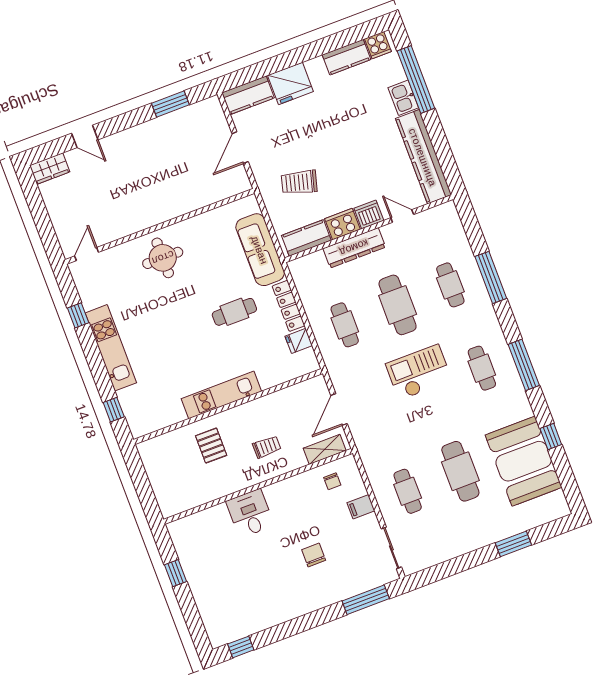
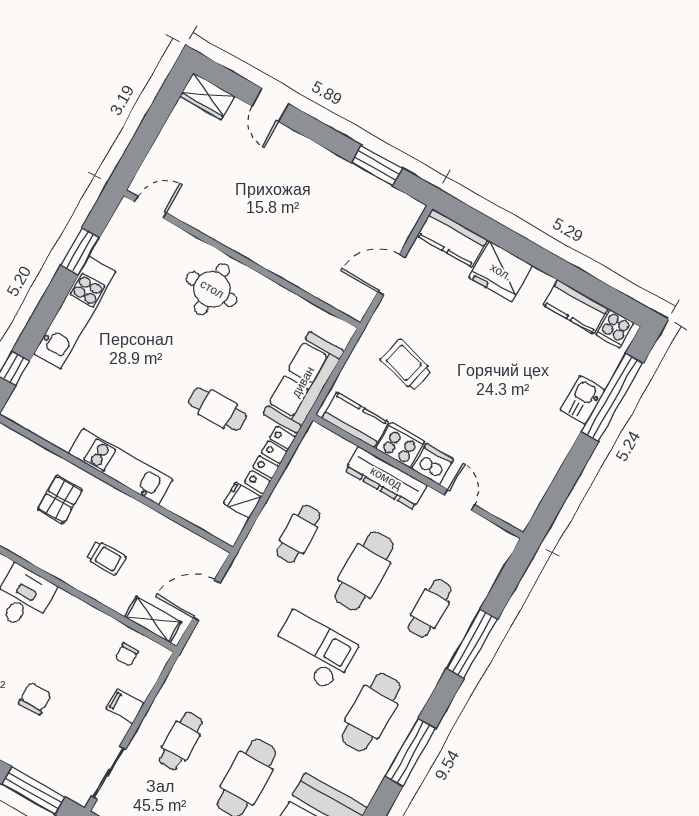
kitchen counter: (423, 157) -> (539, 471), removed
window: (78, 315) -> (80, 251), width x1.50
cafe table: (482, 368) -> (371, 712), width x1.37, depth x1.35

